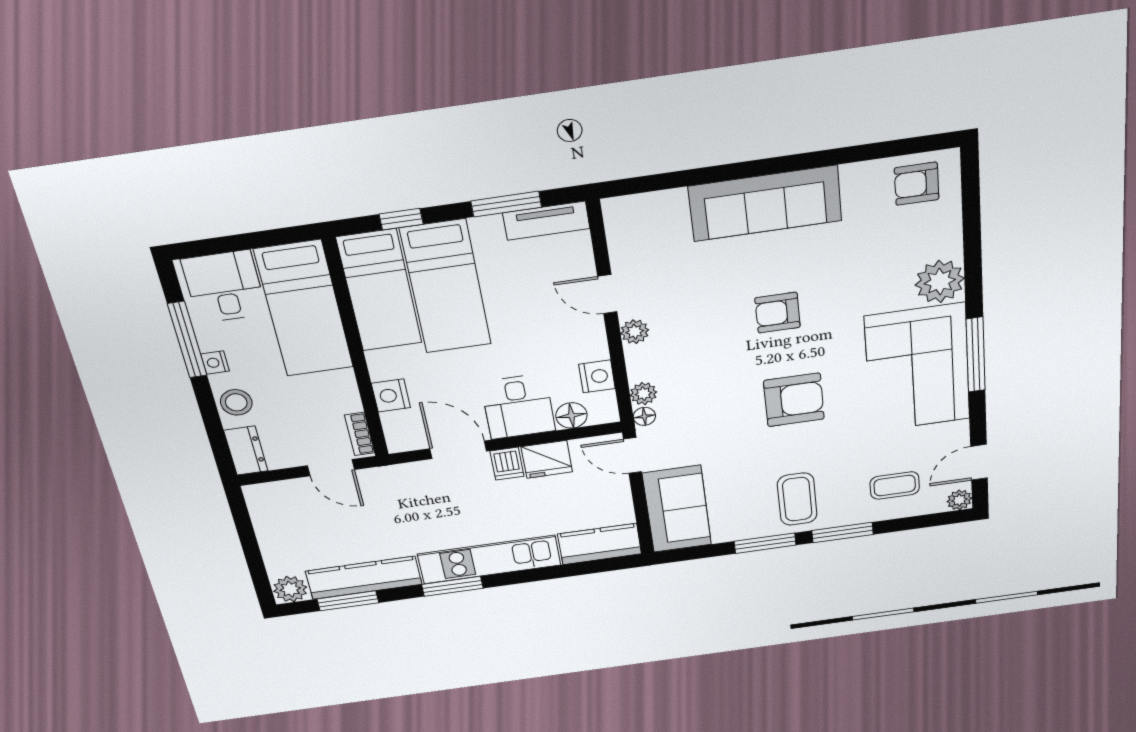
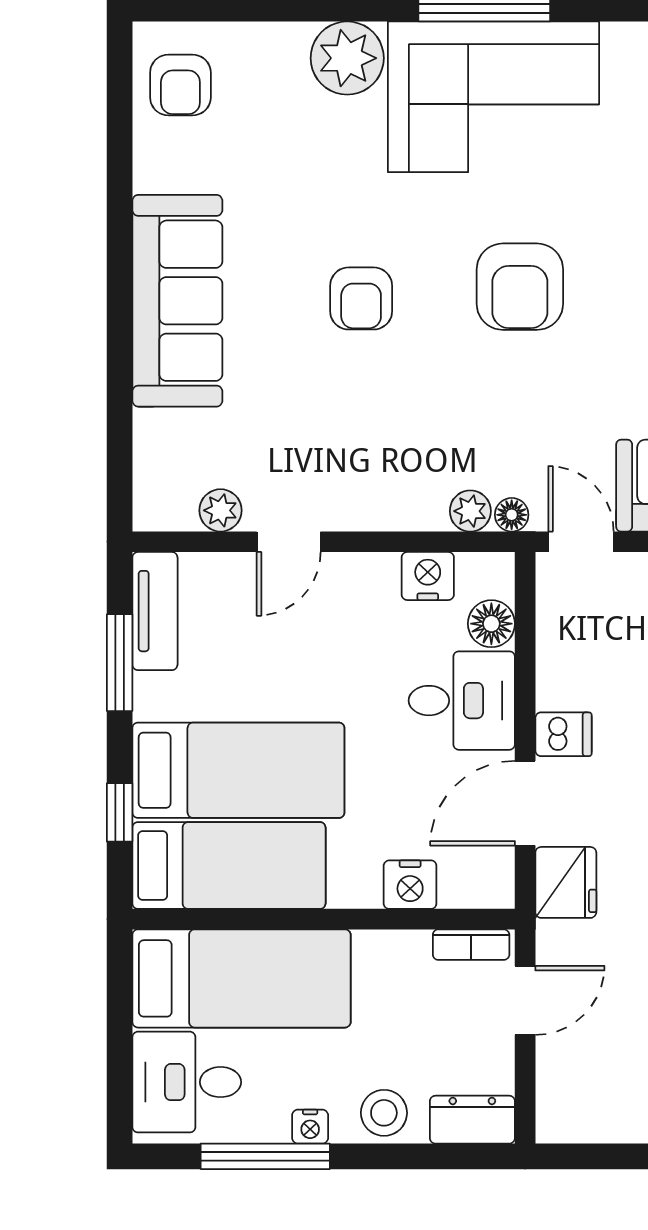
plant: (635, 332) -> (221, 510), moved
armchair: (794, 400) -> (520, 287), turned 180
door: (632, 455) -> (581, 542), swing flipped
fridge: (547, 459) -> (566, 882), moved

